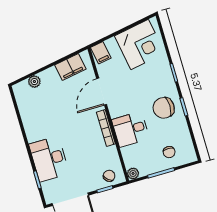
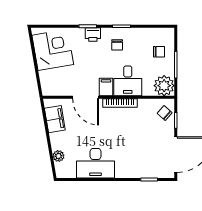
filing cabinet: (101, 53) -> (106, 87), moved, turned -80
printer: (167, 80) -> (93, 35), added
chair: (164, 108) -> (117, 45), width x0.54, depth x0.54
desk: (49, 159) -> (96, 163), moved
plant: (133, 173) -> (164, 86), width x1.87, depth x1.87

